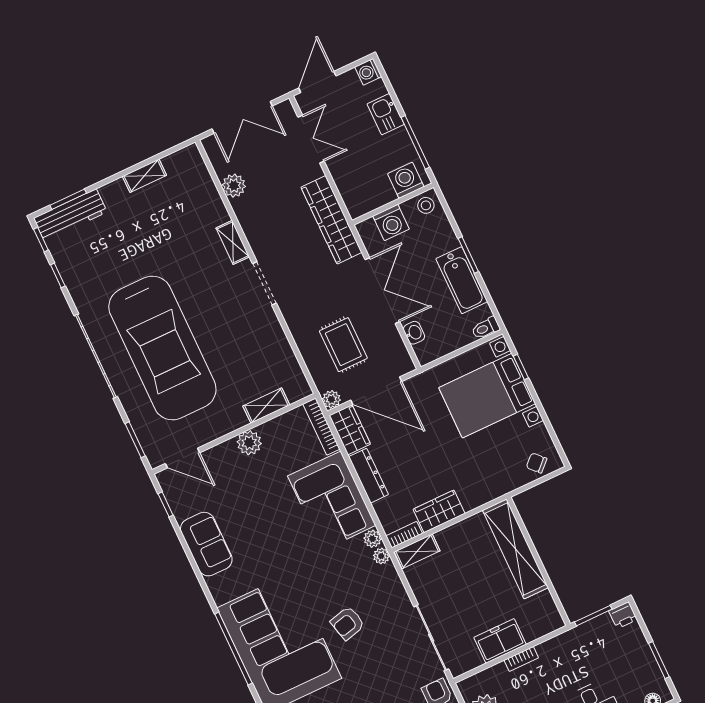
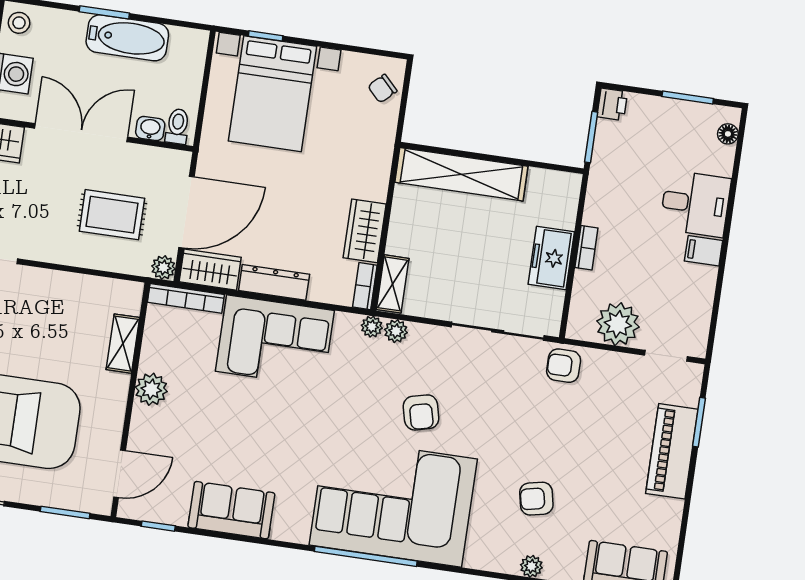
toilet: (486, 328) -> (177, 126), moved, turned 180
plant: (372, 539) -> (396, 331), moved

